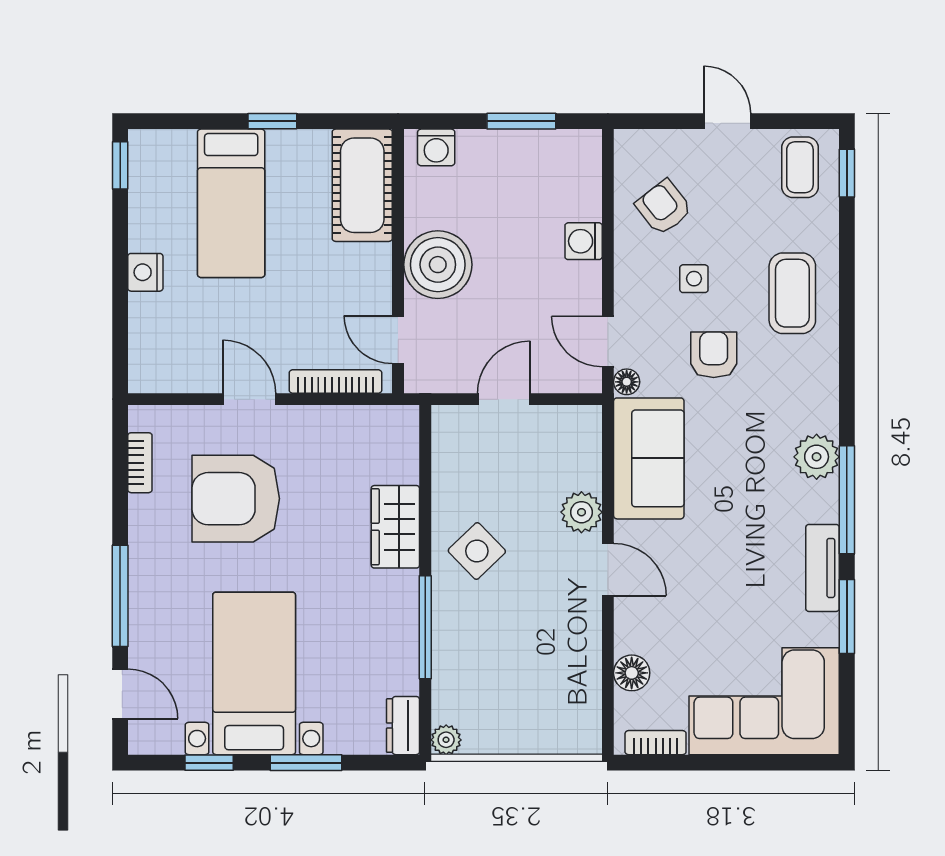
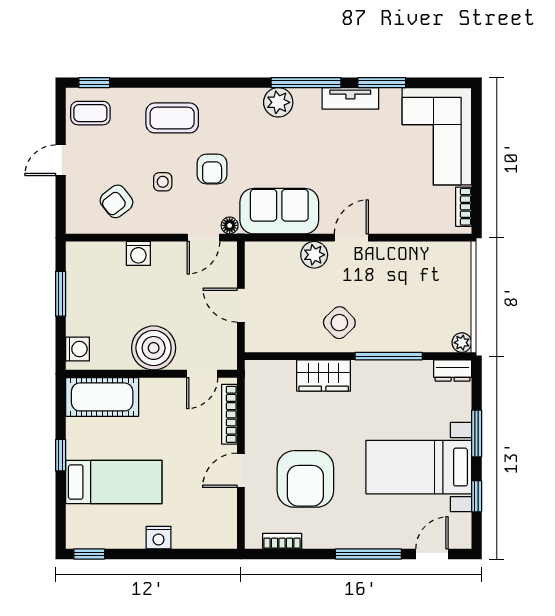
armchair: (714, 355) -> (212, 169), turned -90
floor lamp: (632, 673) -> (418, 222), removed

